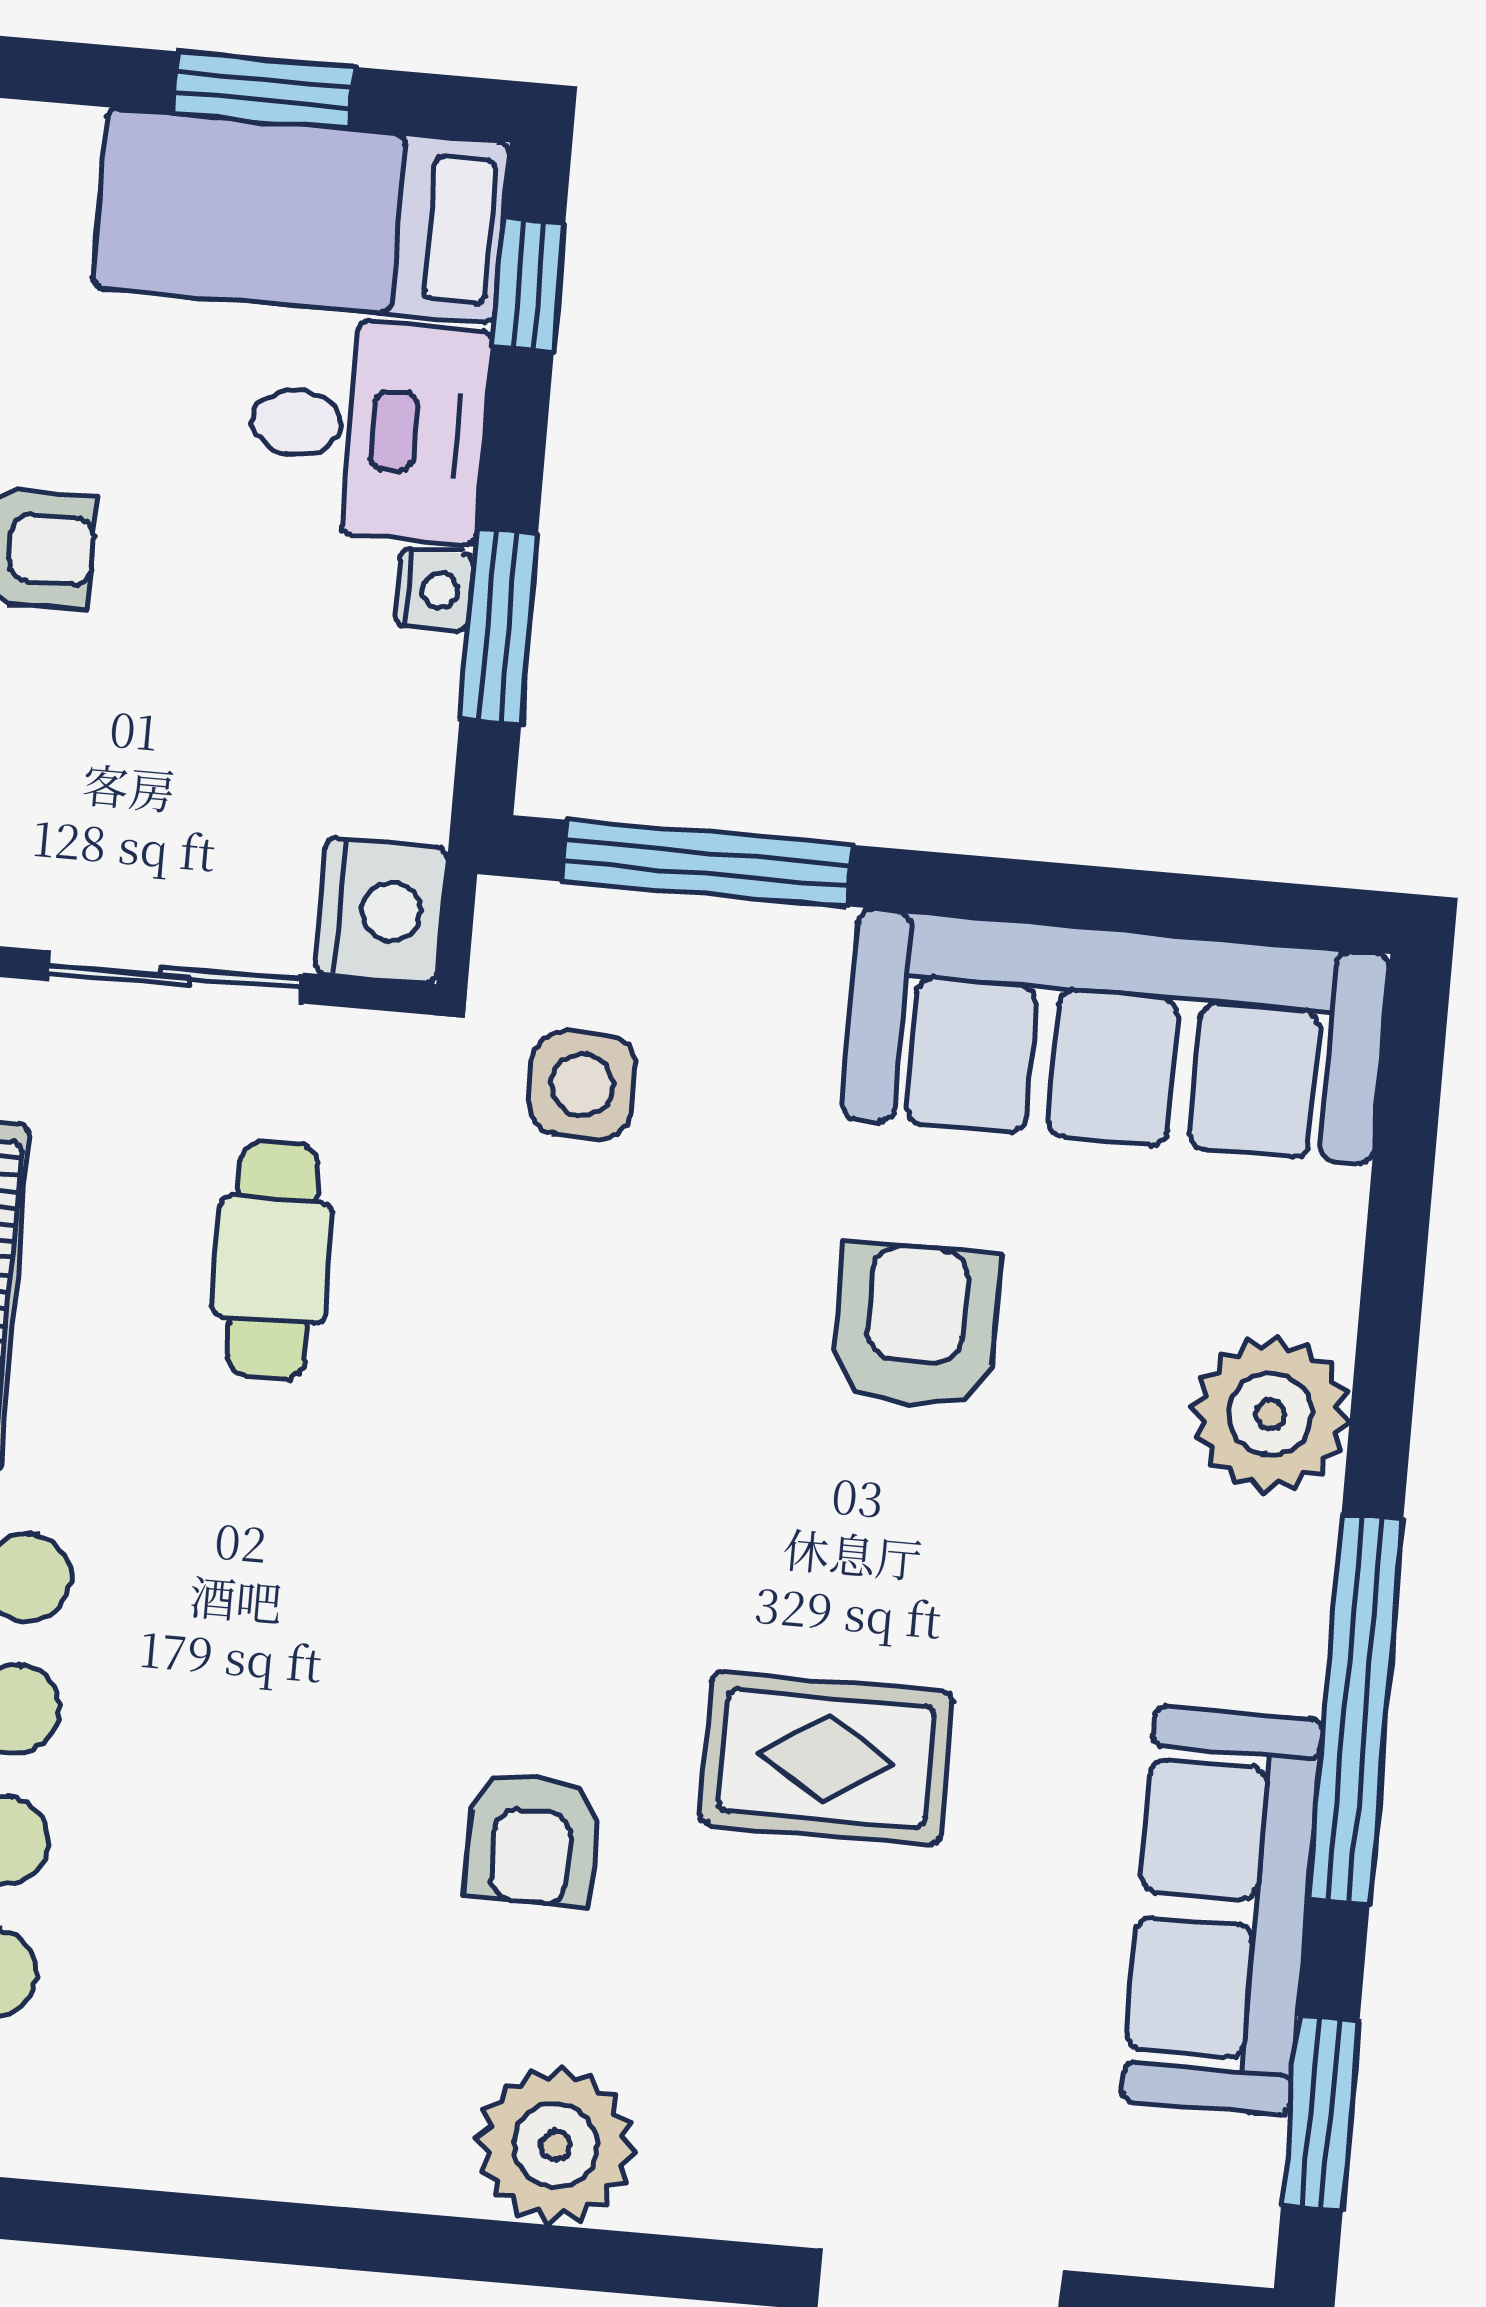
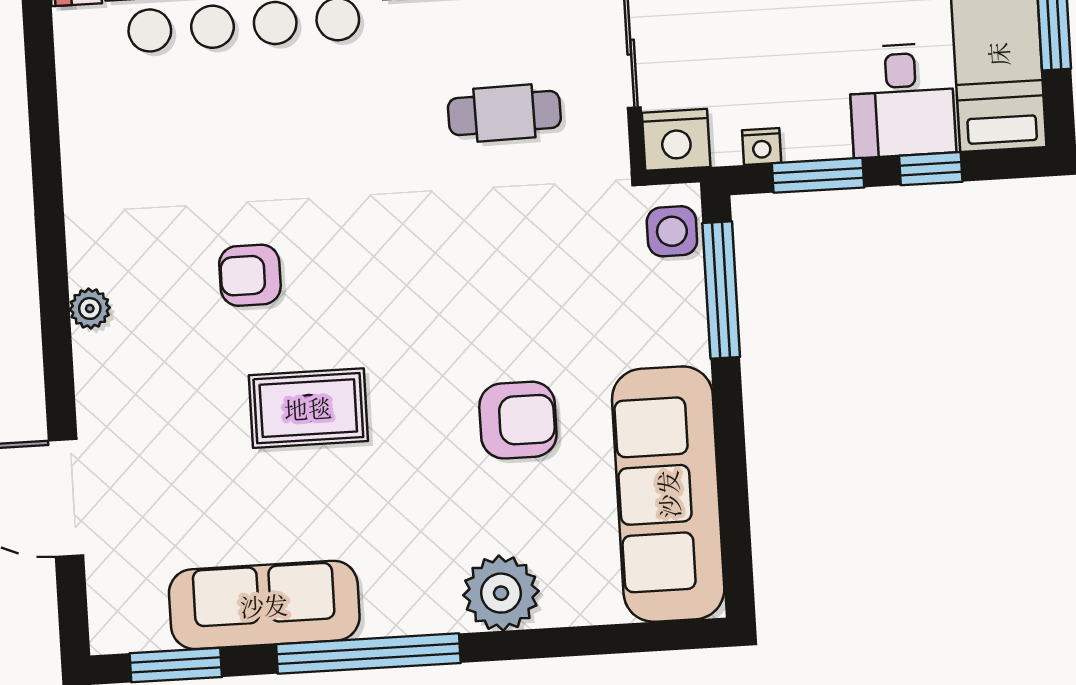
window: (529, 285) -> (931, 169), moved
nightstand: (434, 590) -> (762, 146), moved
side table: (582, 1085) -> (672, 231), moved
rug: (826, 1758) -> (308, 408), turned 90
plant: (555, 2145) -> (90, 308), width x0.53, depth x0.53

